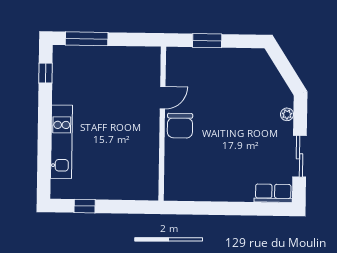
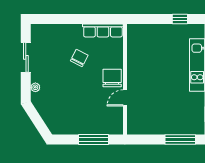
window: (207, 41) -> (94, 139), width x1.44
chair: (225, 154) -> (79, 58), added
row of seats: (273, 193) -> (103, 30), moved, width x1.48

